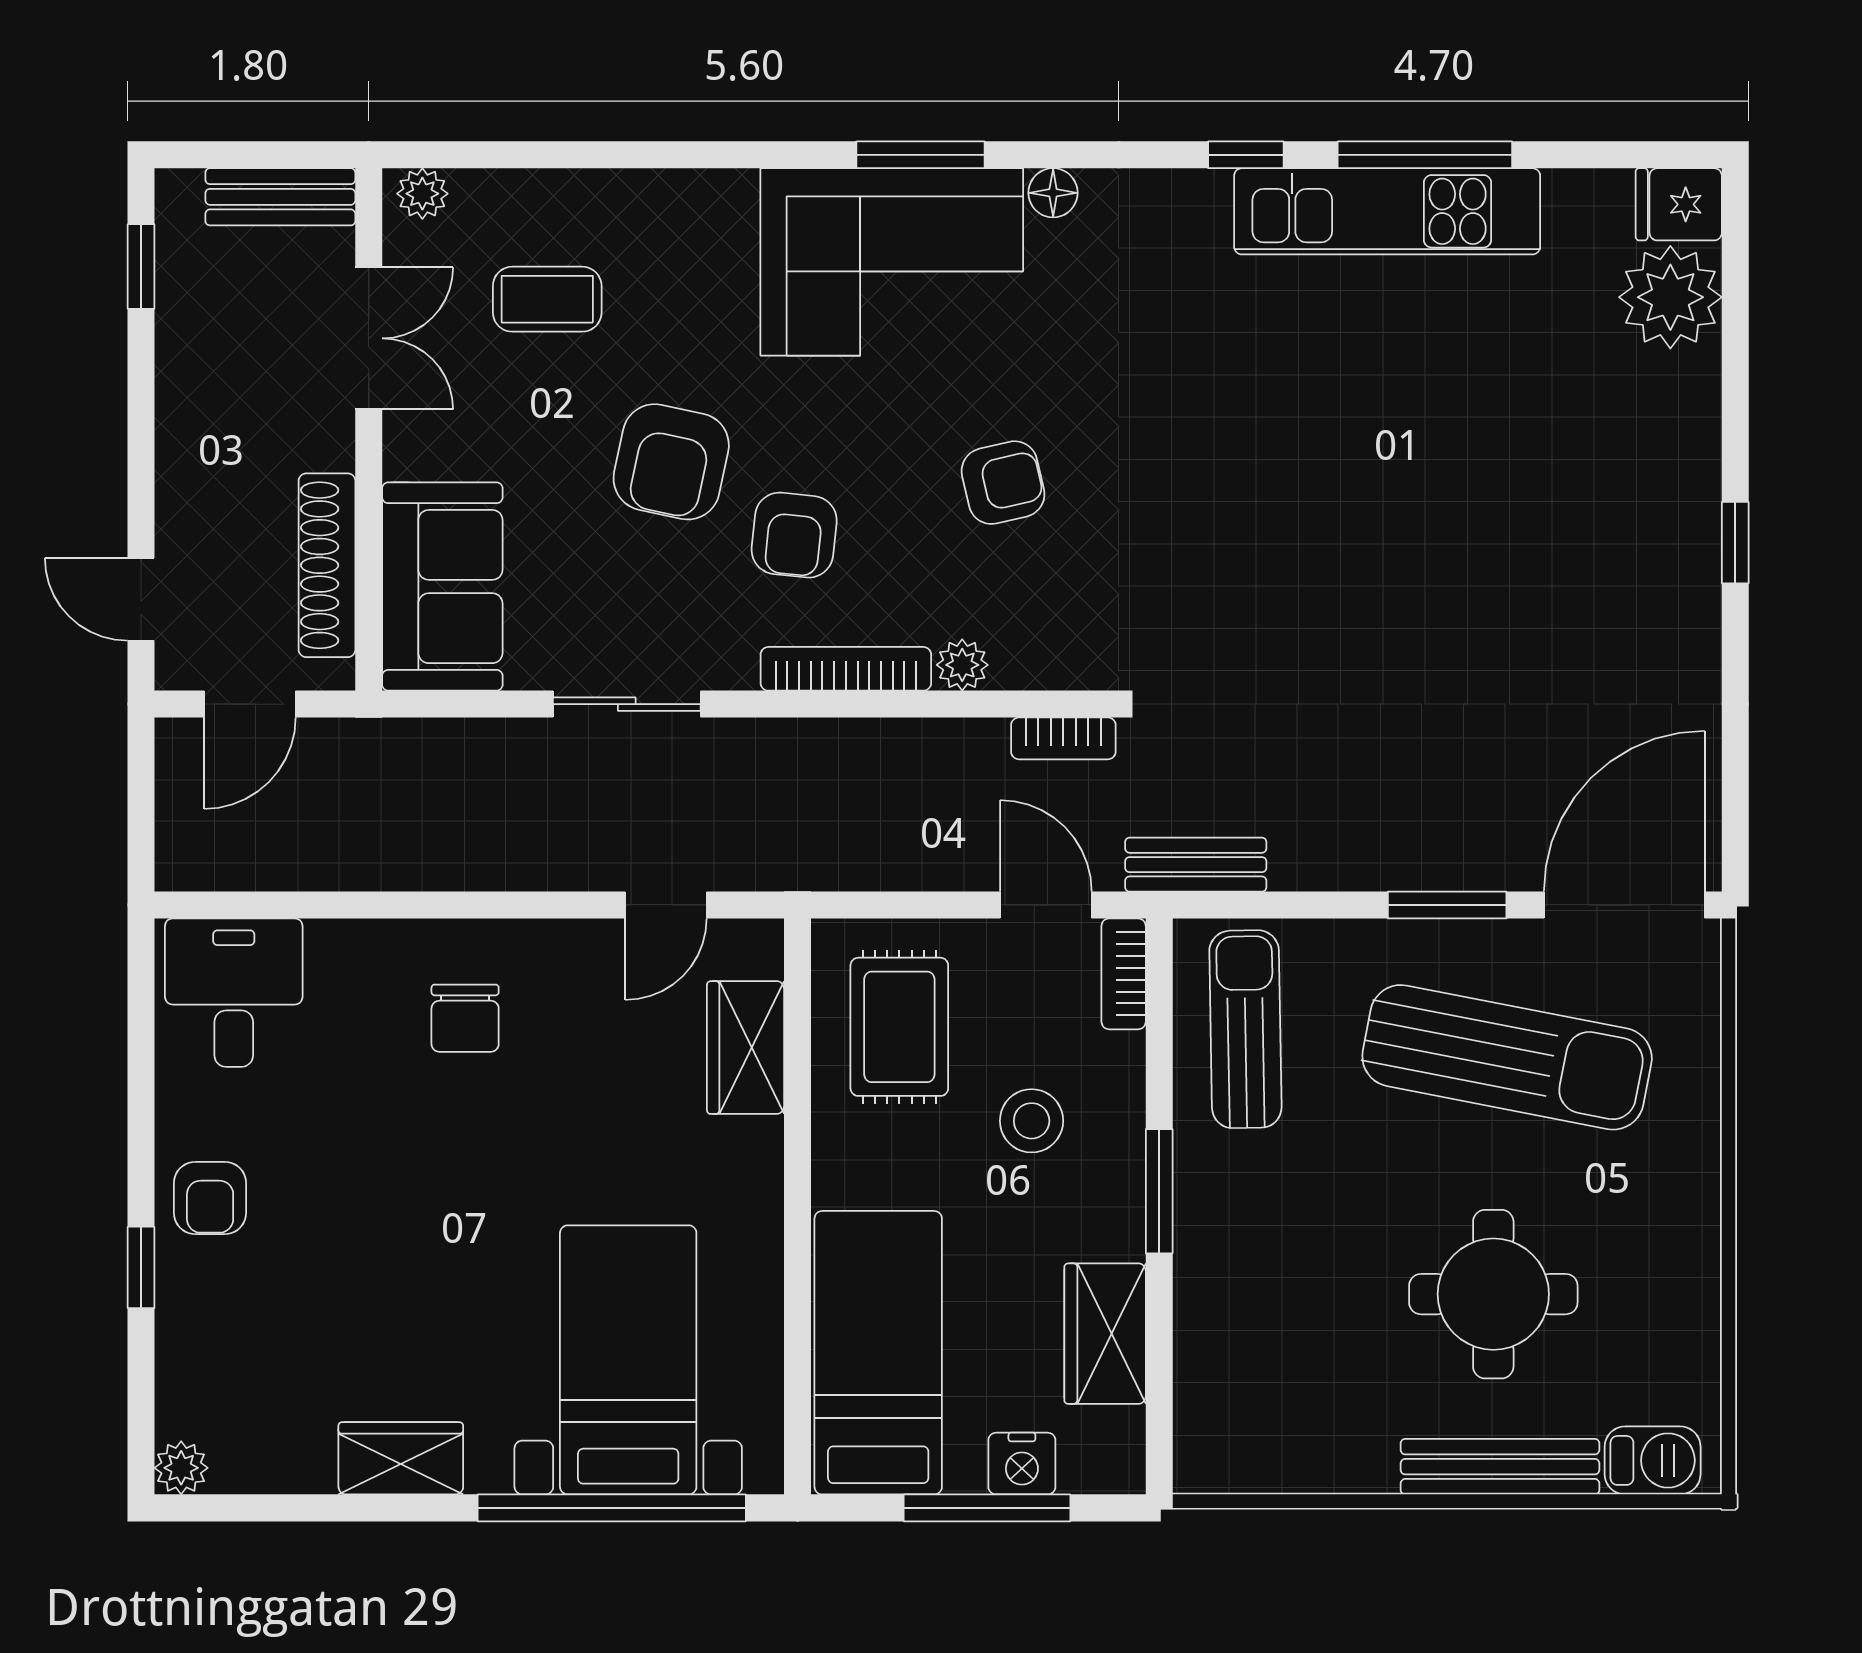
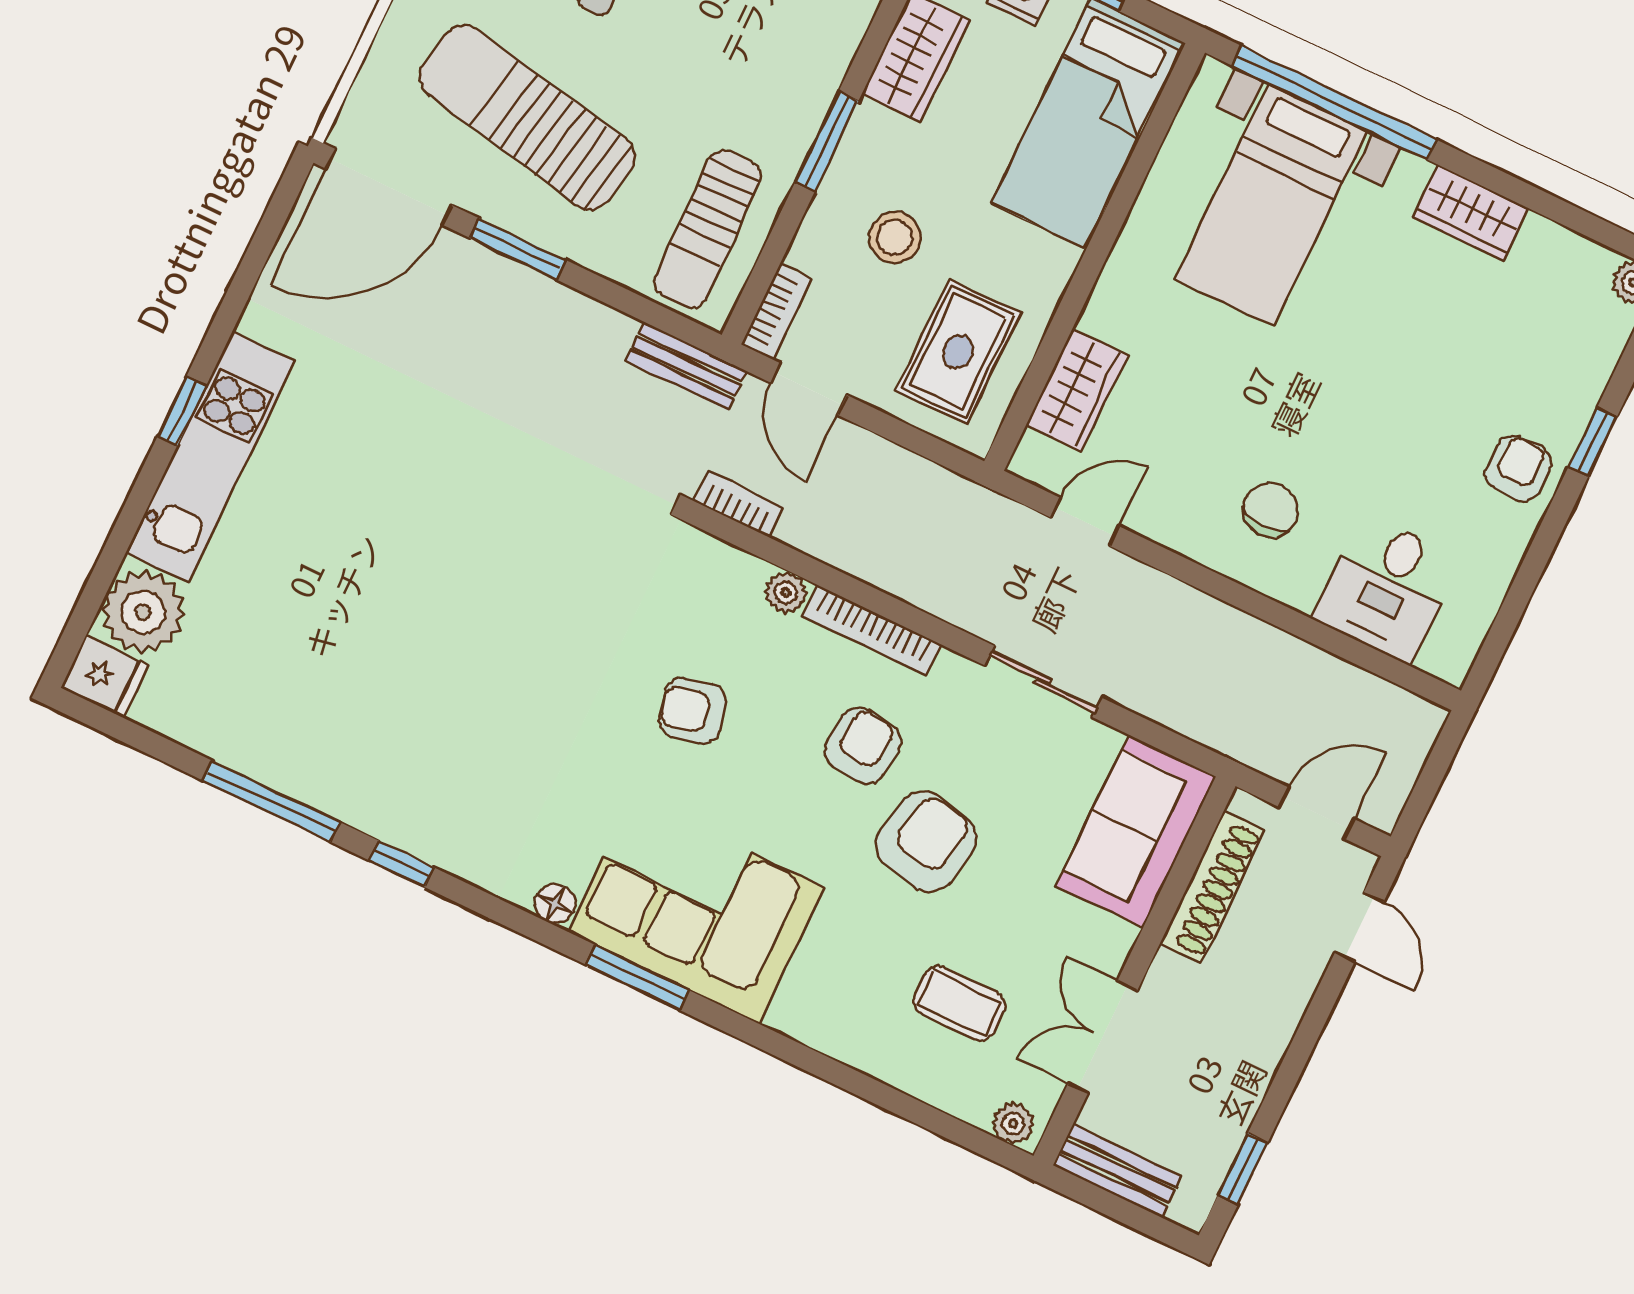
kitchen unit: (1387, 211) -> (210, 457), moved, turned 90
desk: (234, 993) -> (1387, 589), moved

